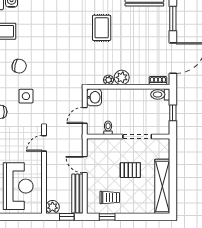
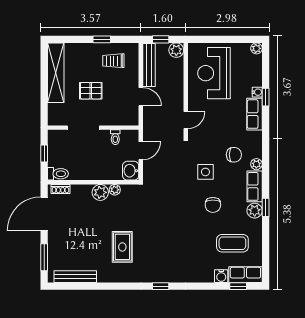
chair: (19, 66) -> (213, 205), turned -101
window: (107, 217) -> (102, 39), moved

